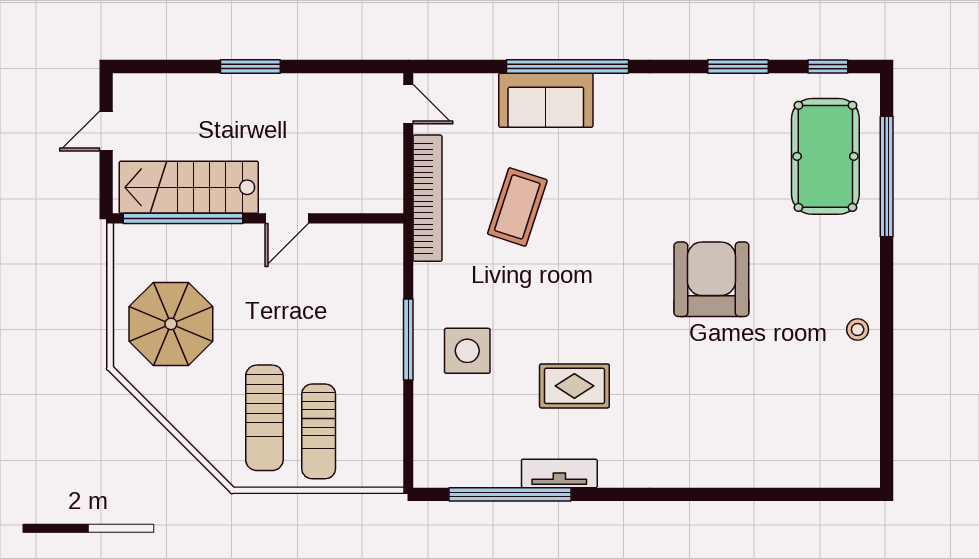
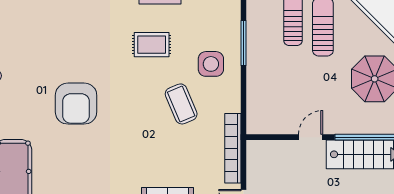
coffee table: (517, 207) -> (181, 104), moved, turned -41
window: (408, 340) -> (244, 43), moved

